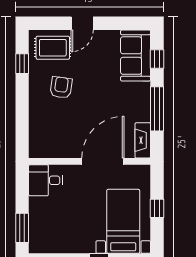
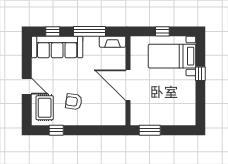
sofa: (136, 56) -> (57, 47), width x1.36
door: (103, 161) -> (128, 85), moved
desk: (46, 180) -> (142, 113), removed
window: (22, 228) -> (150, 130), moved

